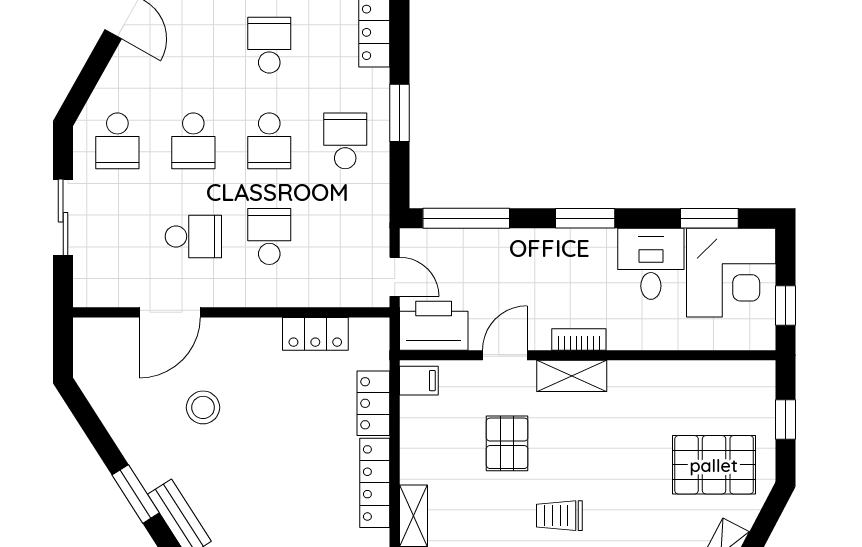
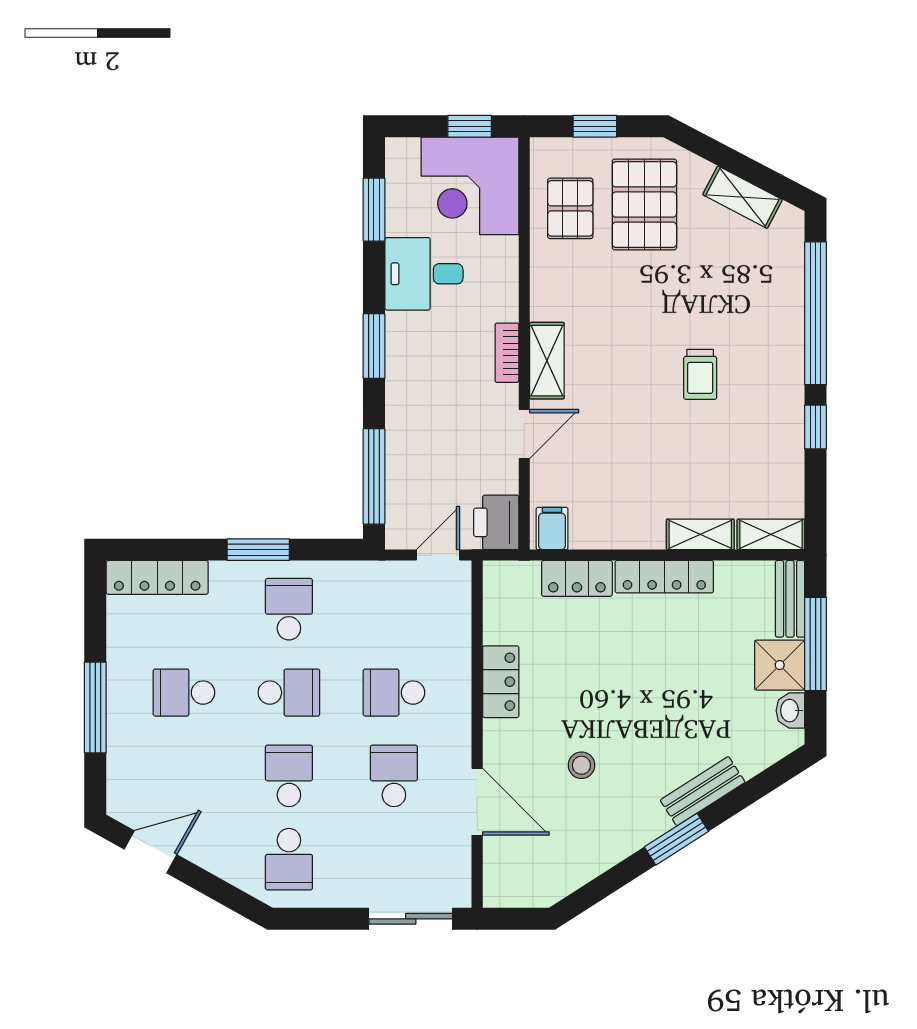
school desk: (117, 141) -> (289, 859), turned 90
school desk: (193, 141) -> (289, 776), turned -90
school desk: (345, 141) -> (289, 609), turned 90
sliding door: (63, 217) -> (411, 919), moved
corner desk: (731, 273) -> (470, 186), moved, turned 180
printer: (434, 326) -> (496, 522), width x0.73, depth x0.84
locker: (315, 334) -> (501, 682), moved
door: (505, 355) -> (524, 434), swing flipped
stool: (203, 407) -> (581, 765), width x0.73, depth x0.73
pallet: (507, 443) -> (570, 208), moved, turned 90

